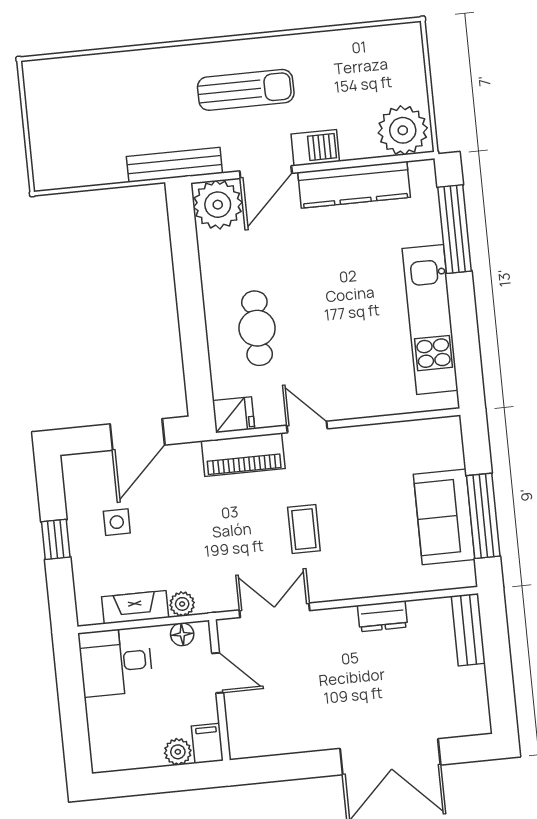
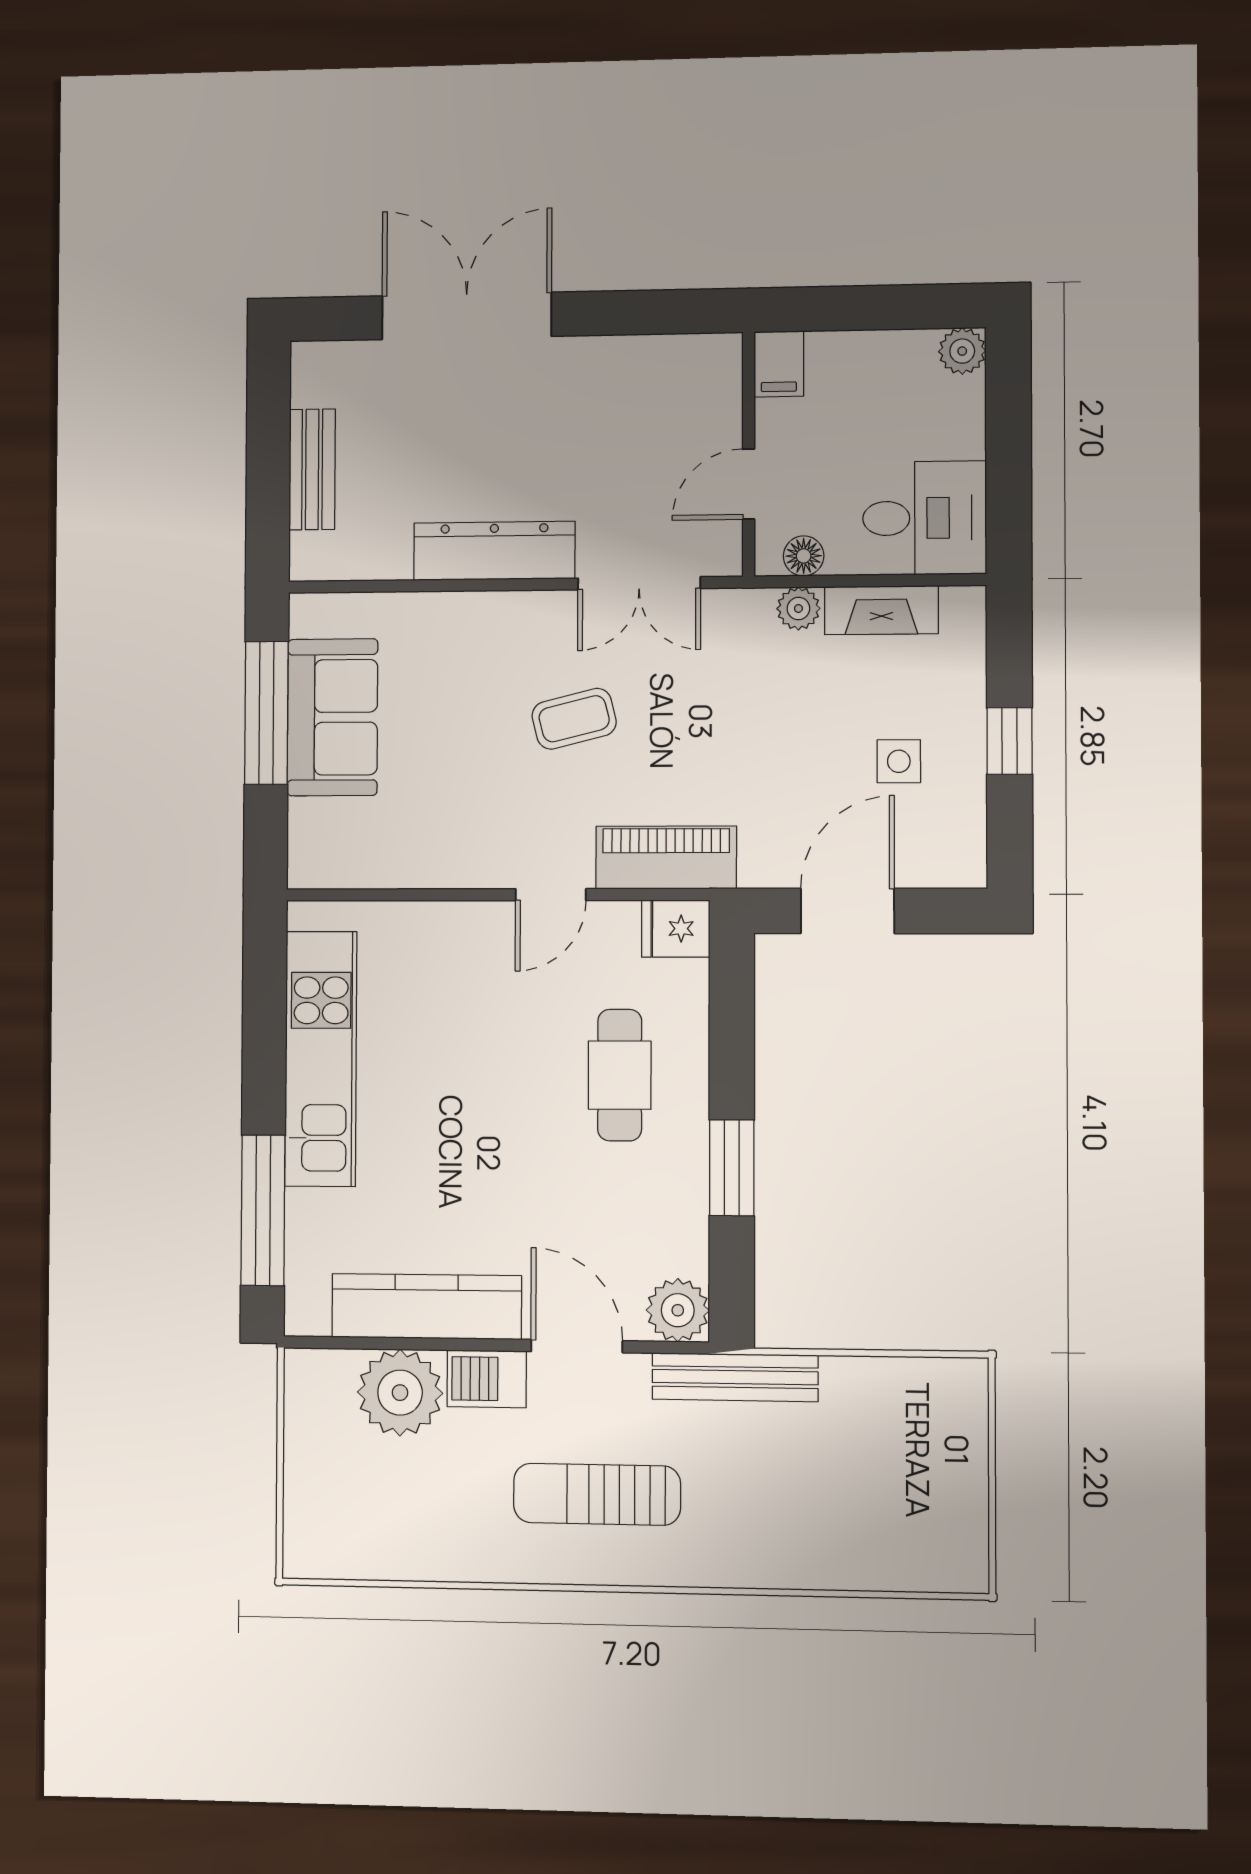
plant: (403, 130) -> (400, 1393), moved
door: (266, 172) -> (577, 1346), hinge flipped
plant: (218, 205) -> (678, 1310), width x0.73, depth x0.73
window: (188, 282) -> (732, 1168), added
door: (307, 427) -> (551, 895), hinge flipped
coffee table: (304, 529) -> (574, 719), turned 76
dresser: (383, 616) -> (494, 551), width x1.96, depth x1.24
bench: (468, 630) -> (312, 469), moved
door: (218, 673) -> (749, 484), hinge flipped
plant: (178, 752) -> (962, 351), moved

